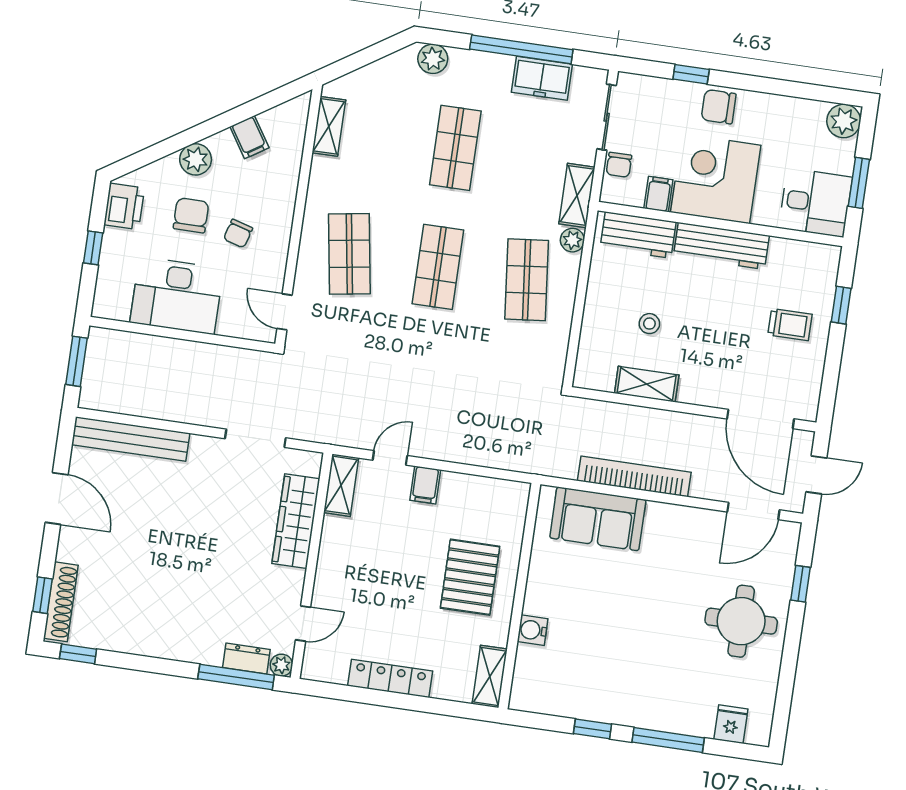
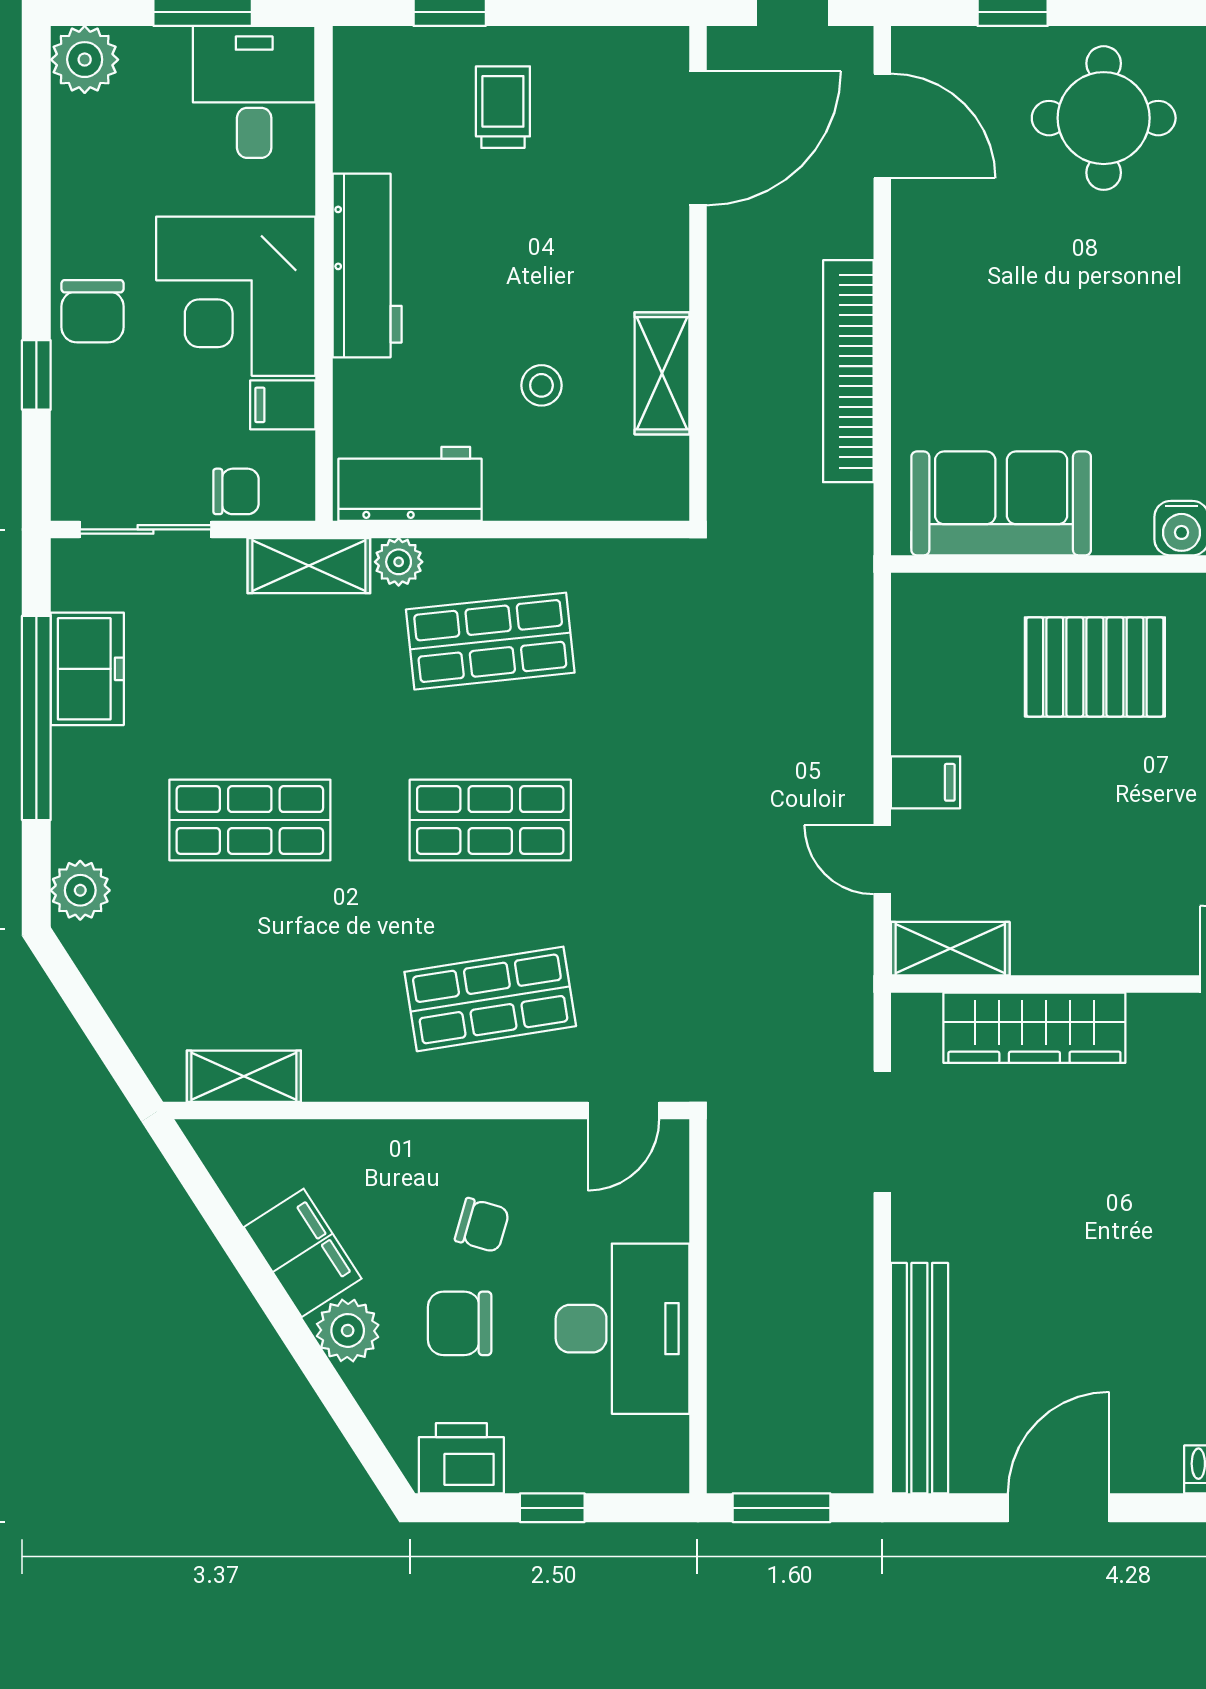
filing cabinet: (249, 137) -> (303, 1253), width x2.00
workbench: (638, 235) -> (410, 484), moved, turned -90
sofa: (598, 519) -> (1001, 503), moved, turned -90

